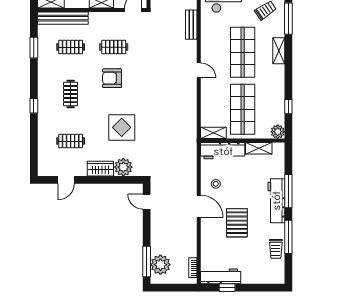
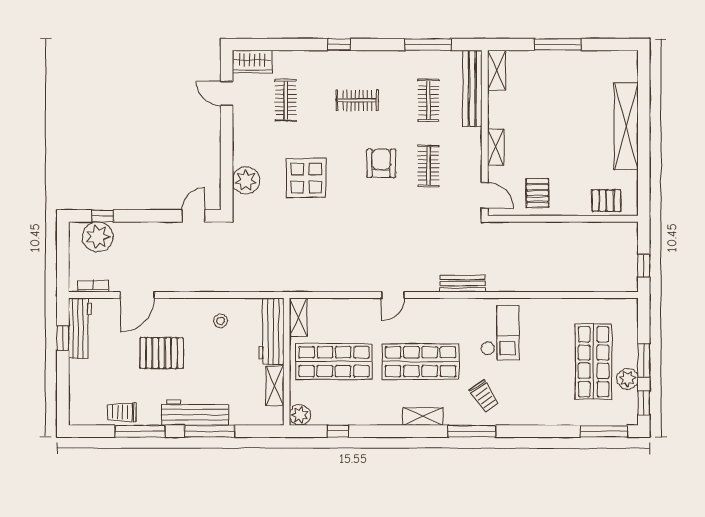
window: (34, 48) -> (428, 44), width x1.44
wardrobe: (100, 169) -> (252, 62), moved, turned 90
door: (199, 206) -> (137, 295), moved
window: (147, 261) -> (103, 216), width x0.46

